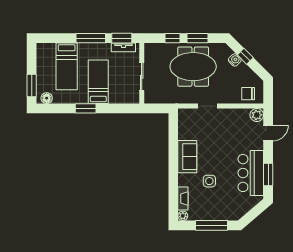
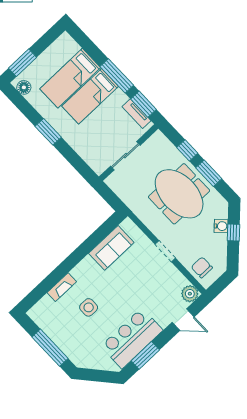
bed: (98, 82) -> (90, 96), moved, turned 180
doorway: (208, 106) -> (165, 251), moved
sofa: (187, 157) -> (111, 248), moved
fireplace: (183, 199) -> (62, 287), moved
plant: (183, 216) -> (34, 313), removed

